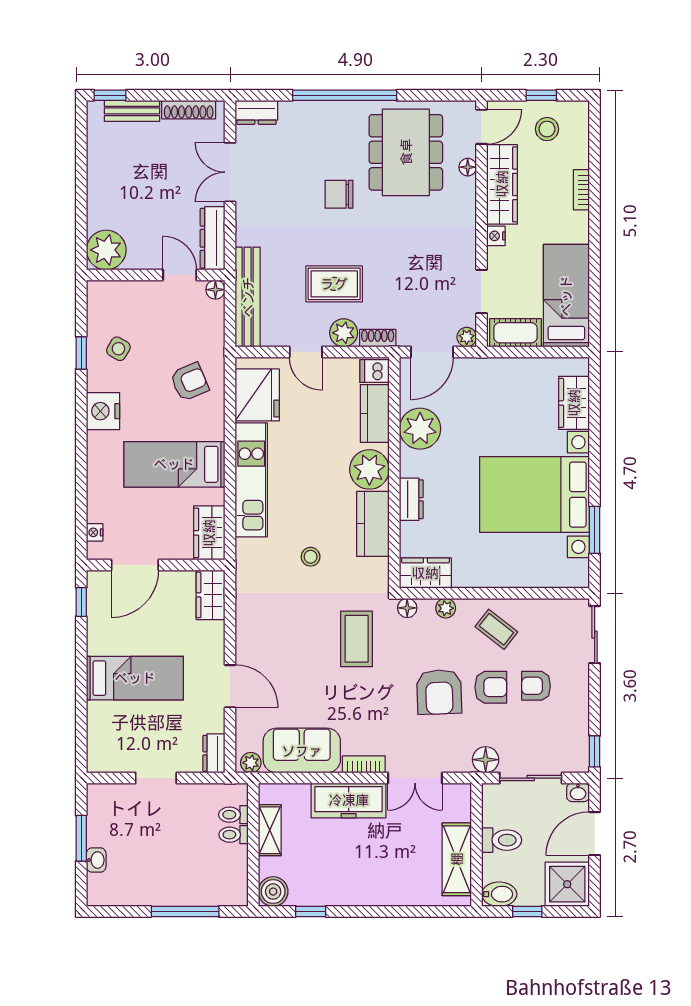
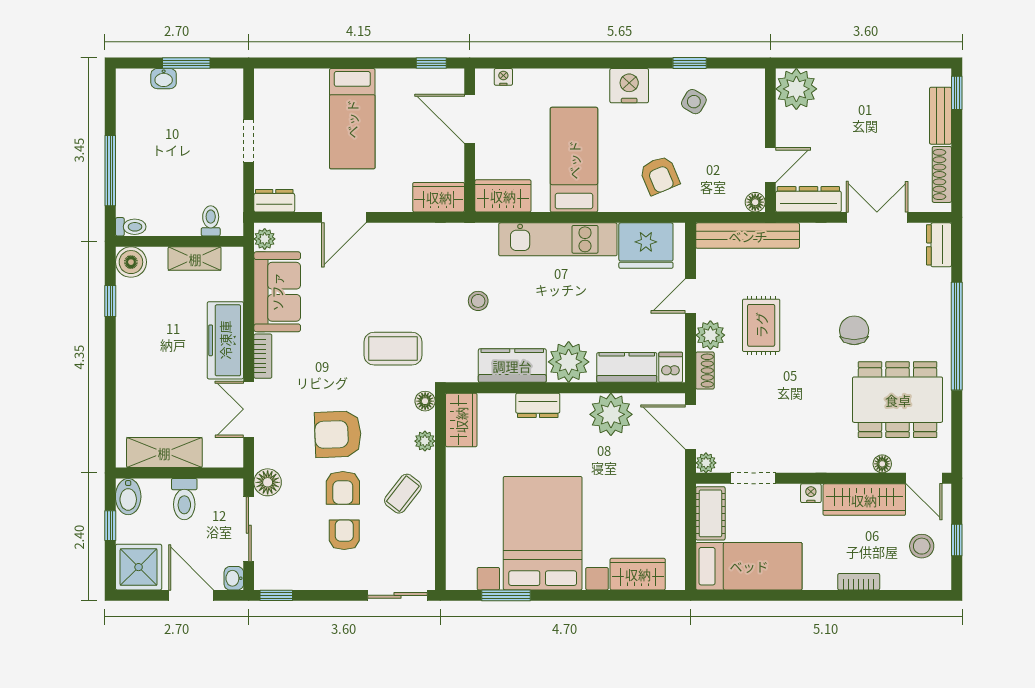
toilet: (233, 835) -> (131, 227), moved, turned 90

